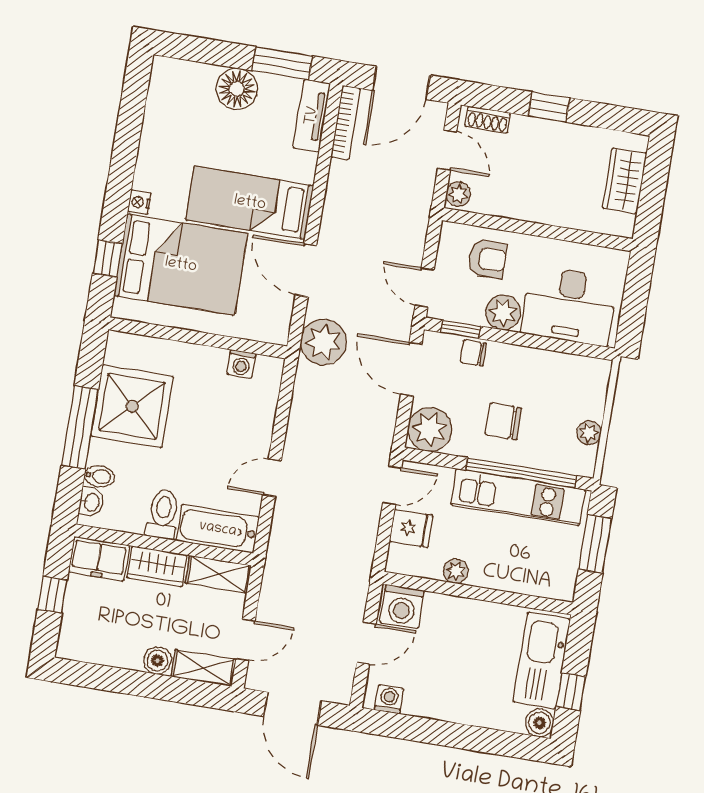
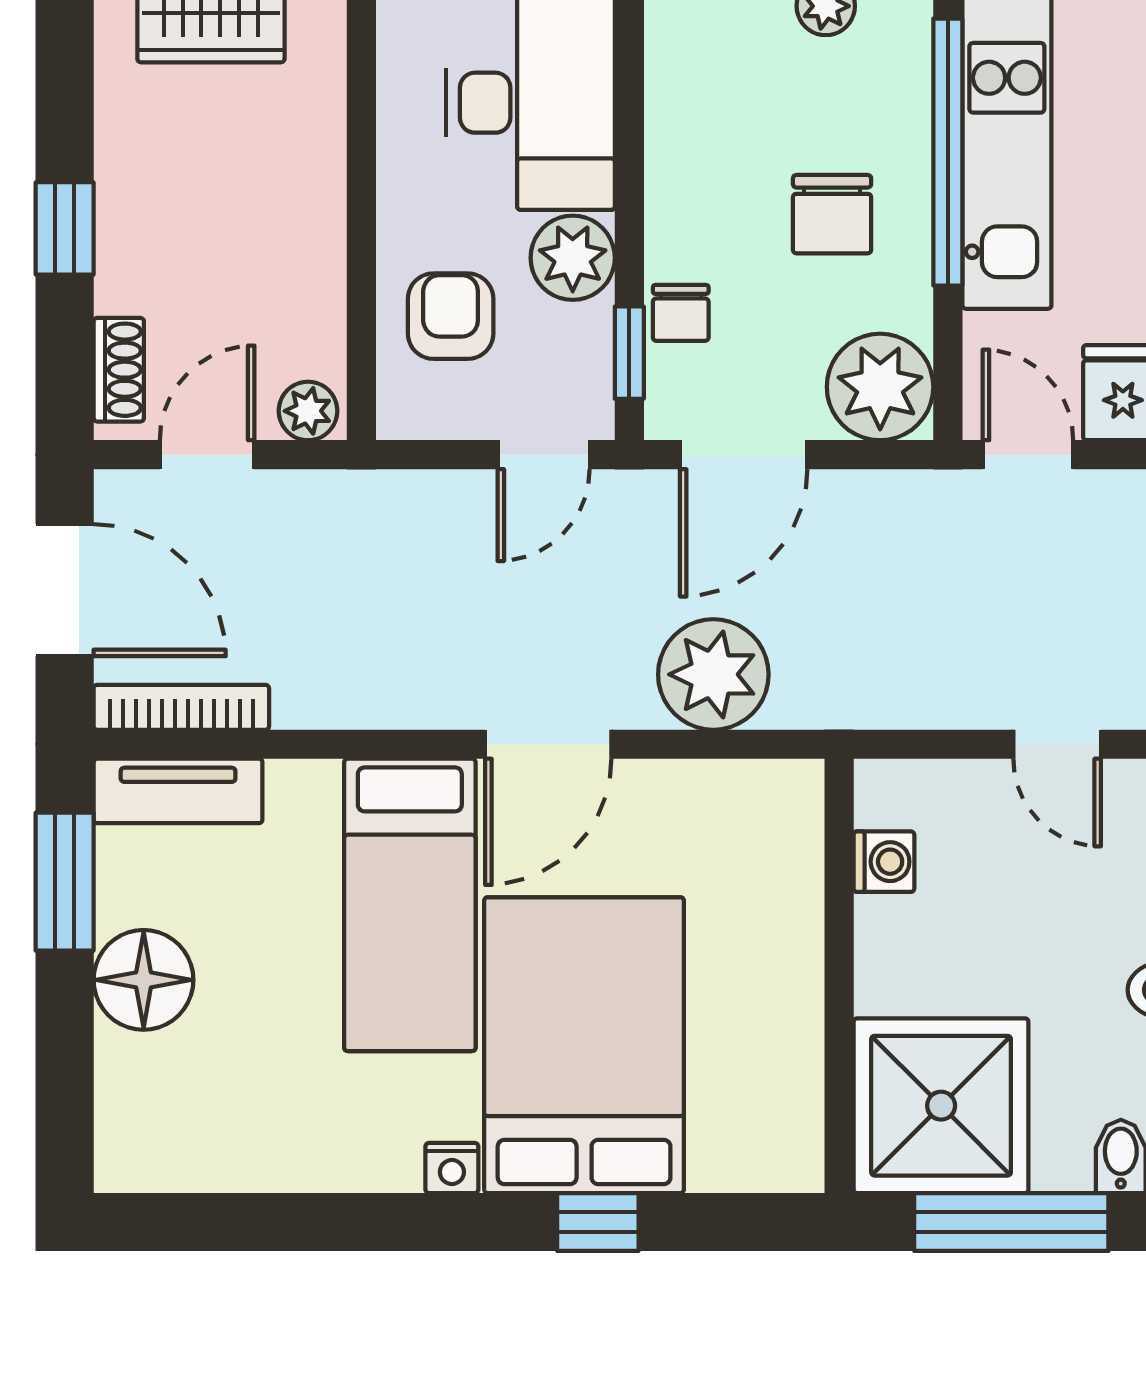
wall: (198, 338) -> (839, 976), moved
washing machine: (241, 364) -> (884, 862), moved

